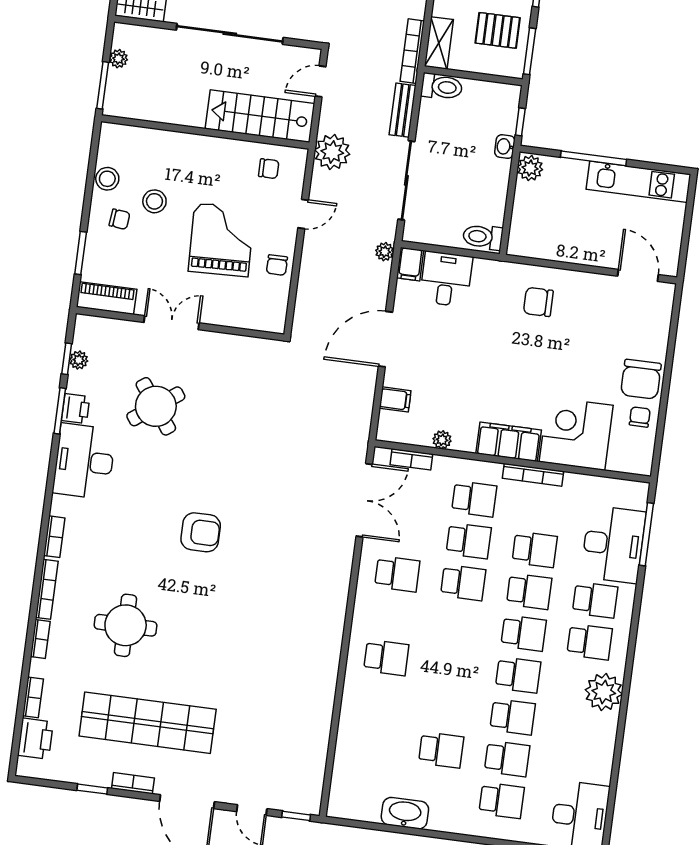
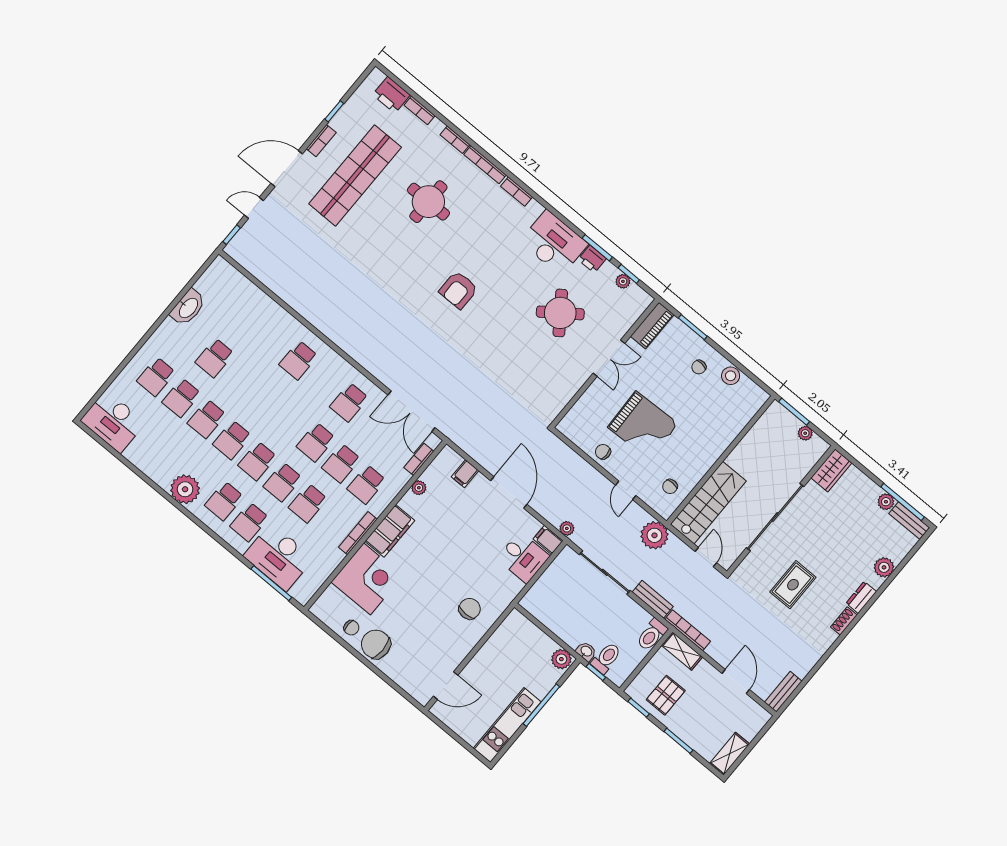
window: (530, 51) -> (639, 708), width x0.67
stool: (154, 201) -> (696, 398), removed
toilet: (483, 237) -> (606, 658), moved

